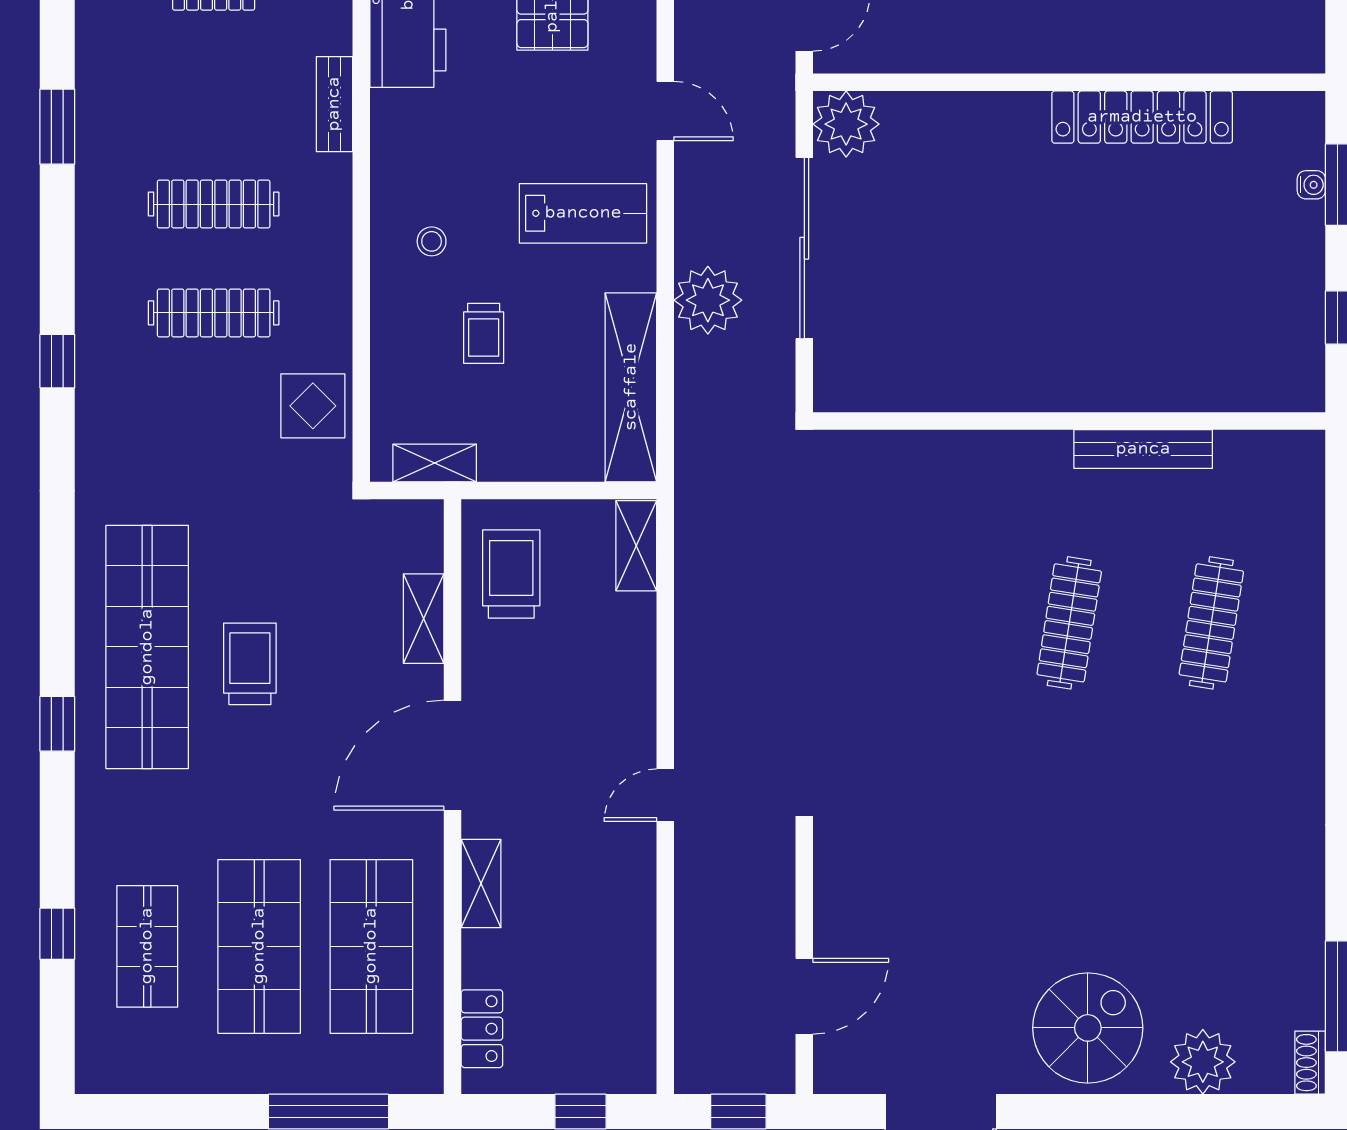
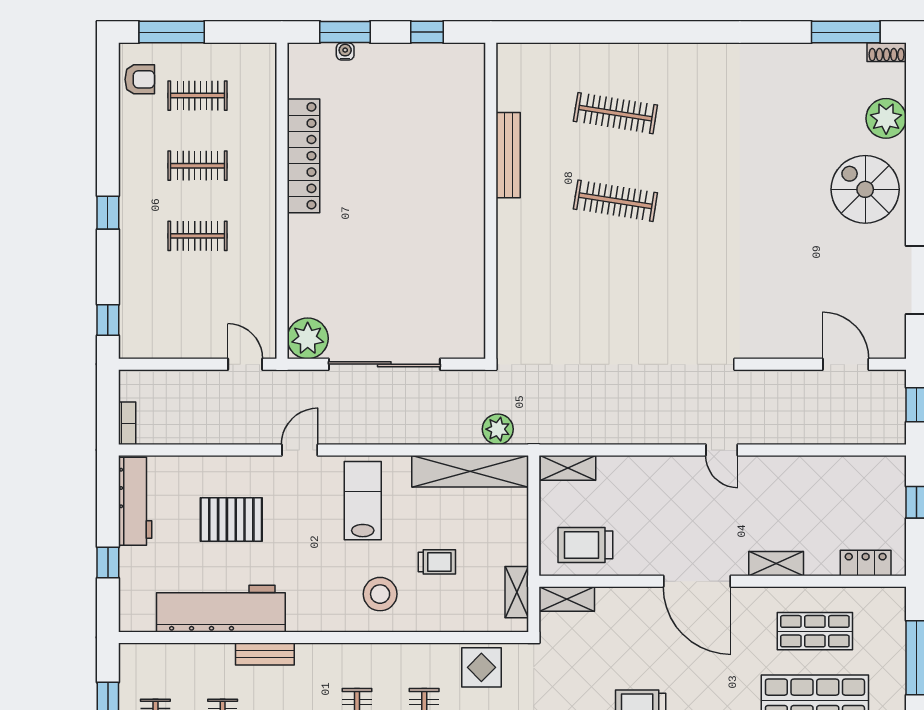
bench: (334, 104) -> (265, 654), moved
stool: (432, 241) -> (380, 594), width x1.89, depth x1.89
plant: (708, 300) -> (498, 429), moved, width x0.73, depth x0.73
shelving: (424, 619) -> (567, 599), moved
shop shelf: (371, 946) -> (815, 631), width x0.70, depth x0.74

